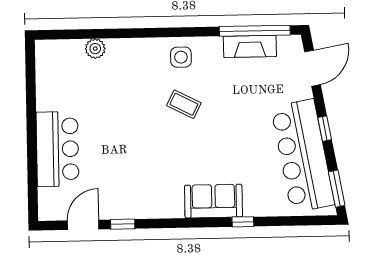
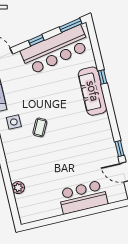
side table: (181, 57) -> (14, 122), moved
sofa: (213, 201) -> (92, 91), width x1.36

